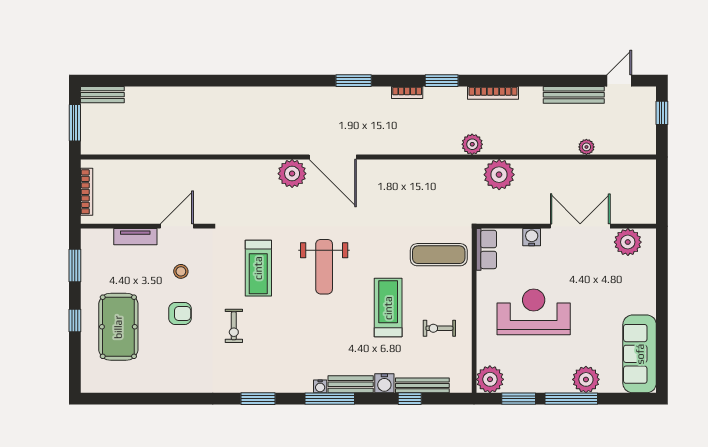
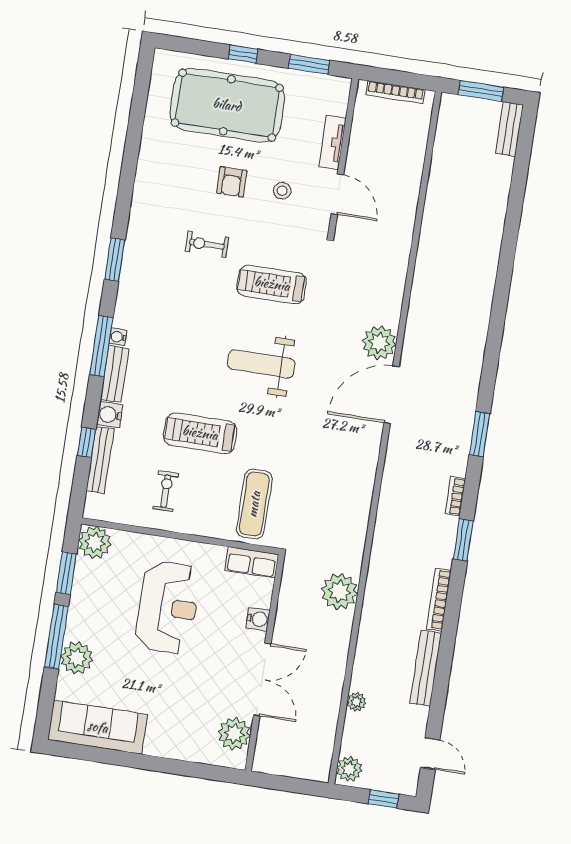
bench: (574, 95) -> (426, 668), moved
plant: (472, 144) -> (349, 769), moved
treadmill: (388, 308) -> (200, 433), turned 180
pool table: (118, 327) -> (227, 105), width x1.36, depth x1.32

